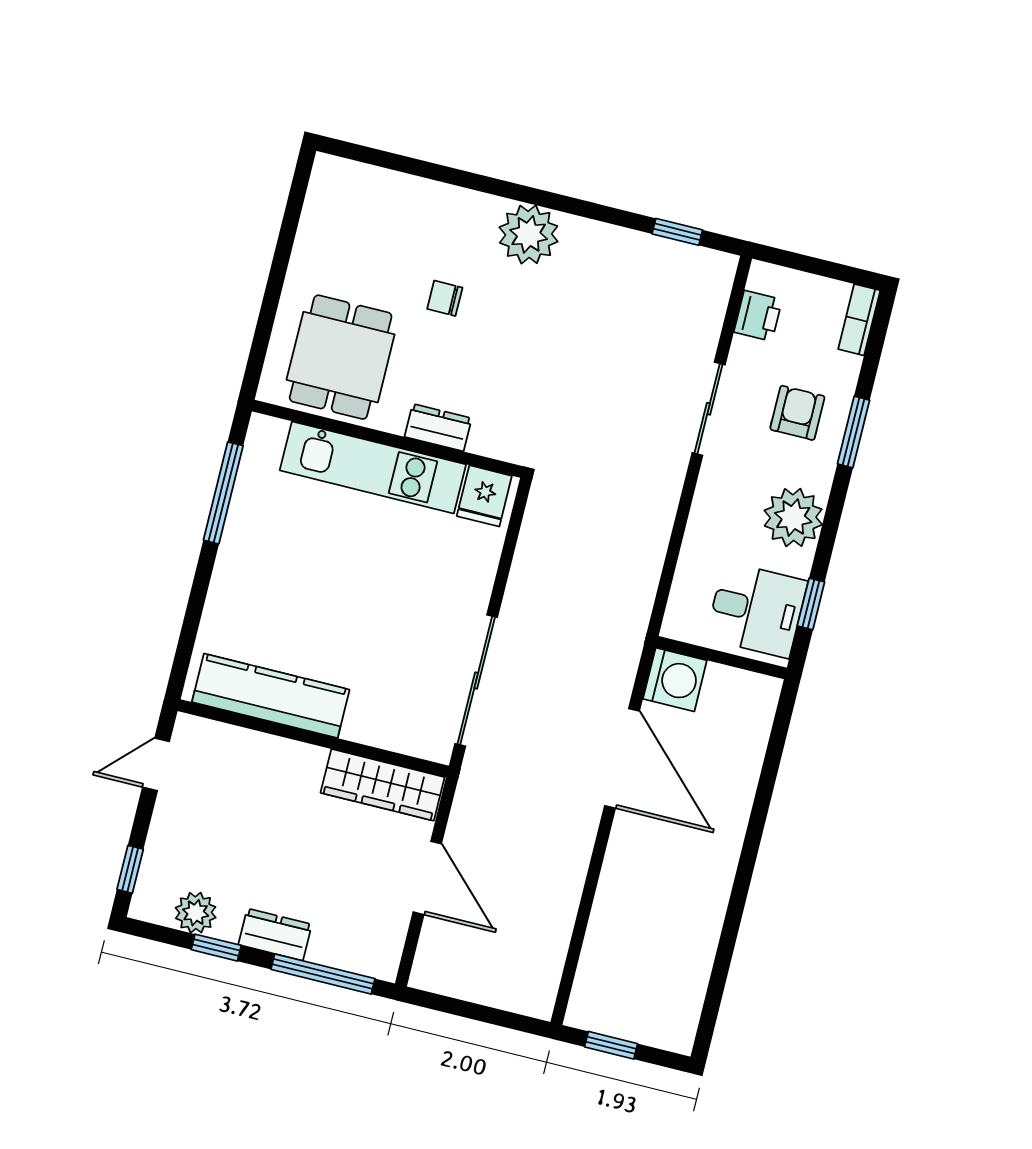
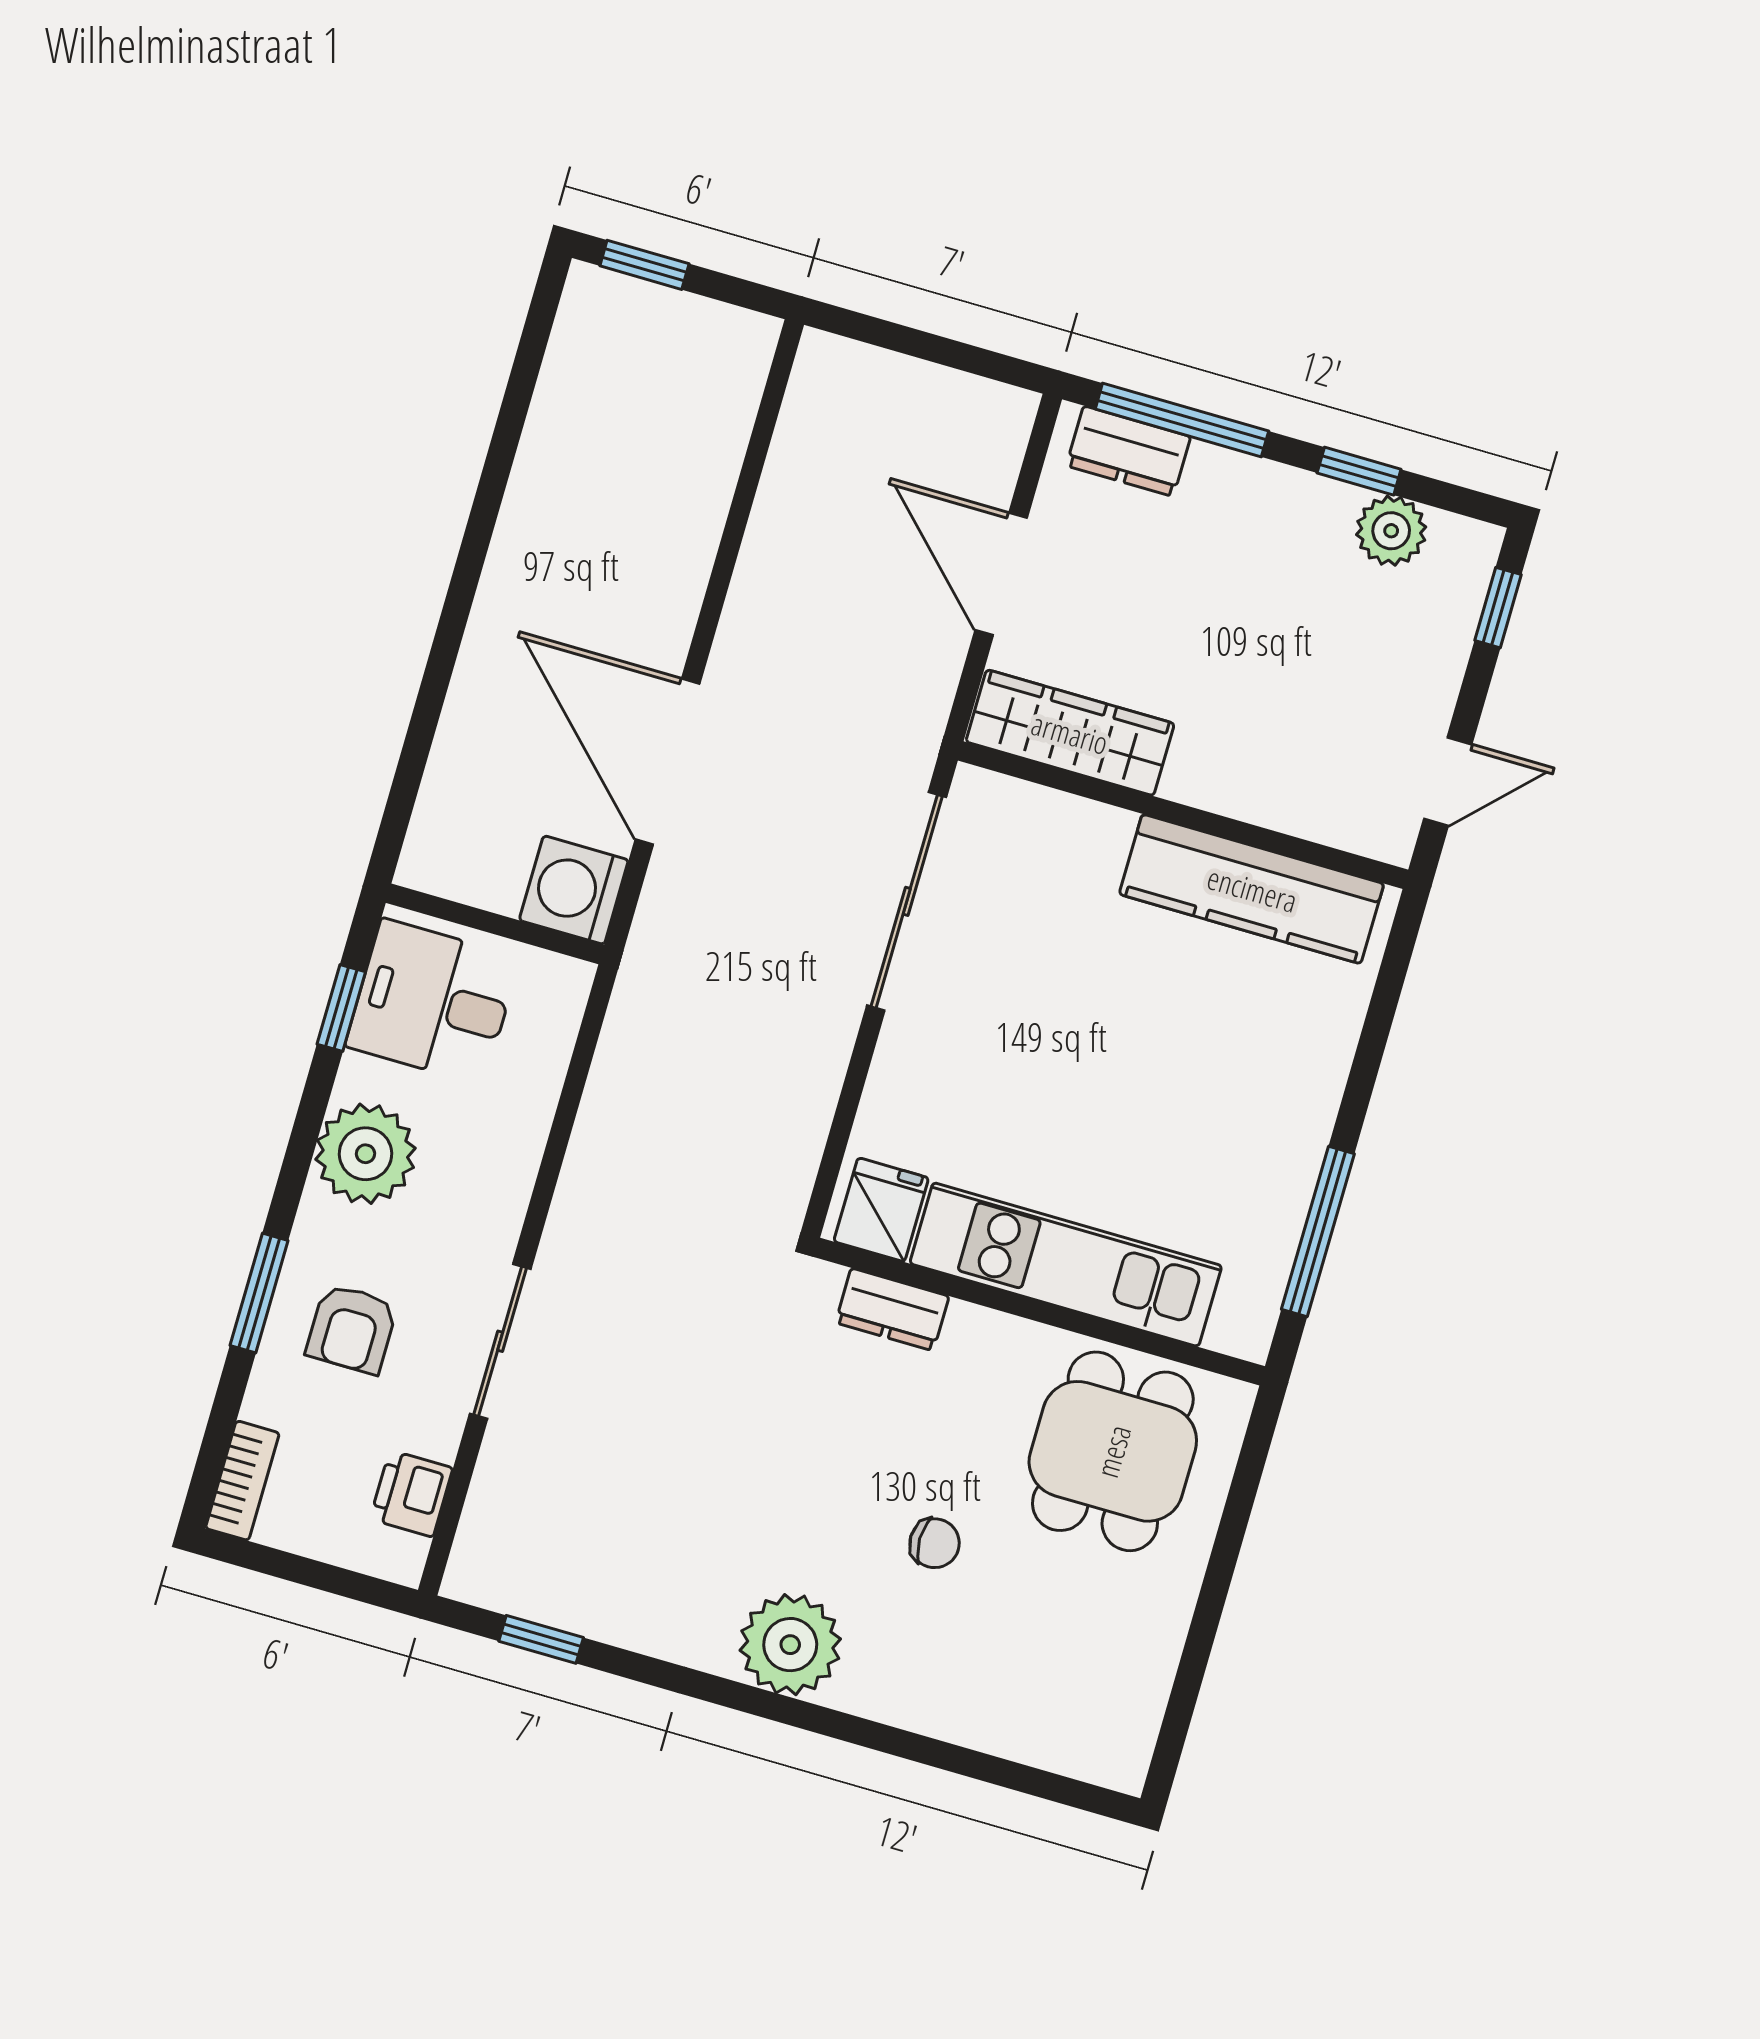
dresser: (438, 427) -> (892, 1309), moved
dresser: (275, 935) -> (1128, 451), moved
window: (611, 1045) -> (644, 265), moved

